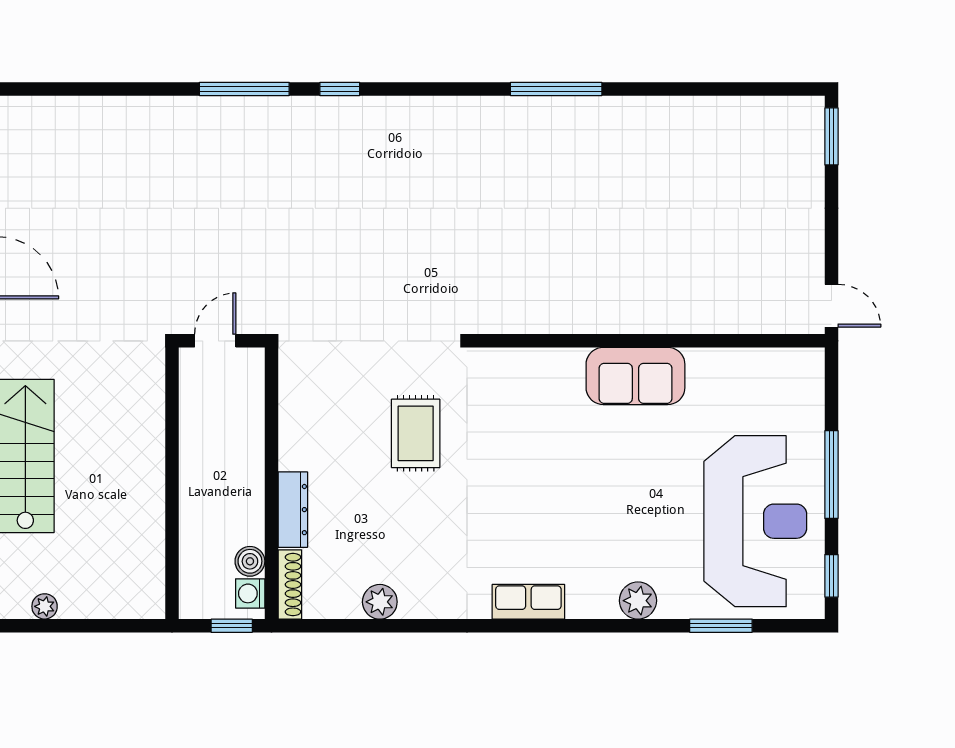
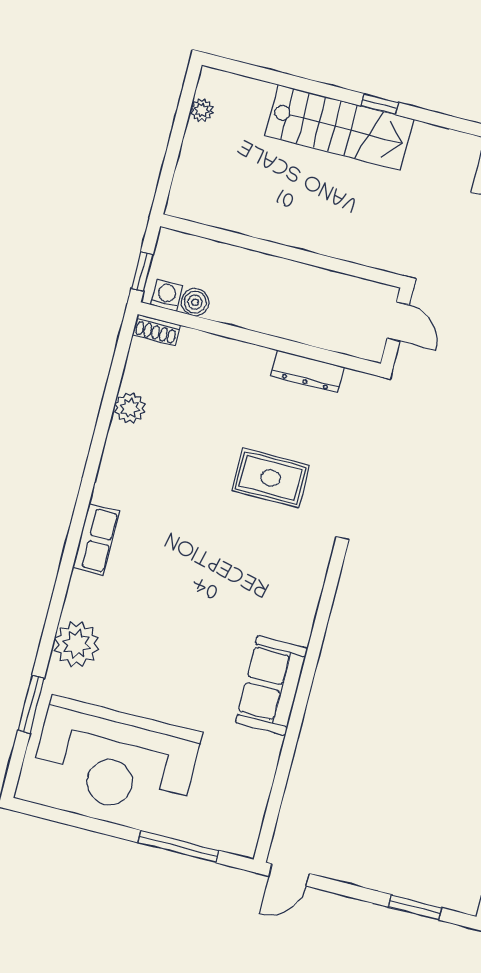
window: (831, 136) -> (415, 907), moved
window: (831, 475) -> (178, 846), moved
dresser: (293, 510) -> (307, 372), moved
window: (831, 576) -> (50, 814), removed
shoe rack: (290, 585) -> (156, 330), width x0.70
plant: (638, 601) -> (77, 644), width x1.36, depth x1.36

